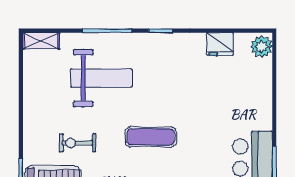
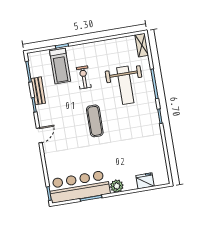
fridge: (220, 44) -> (145, 181), moved, turned 90
plant: (262, 47) -> (117, 186), moved

